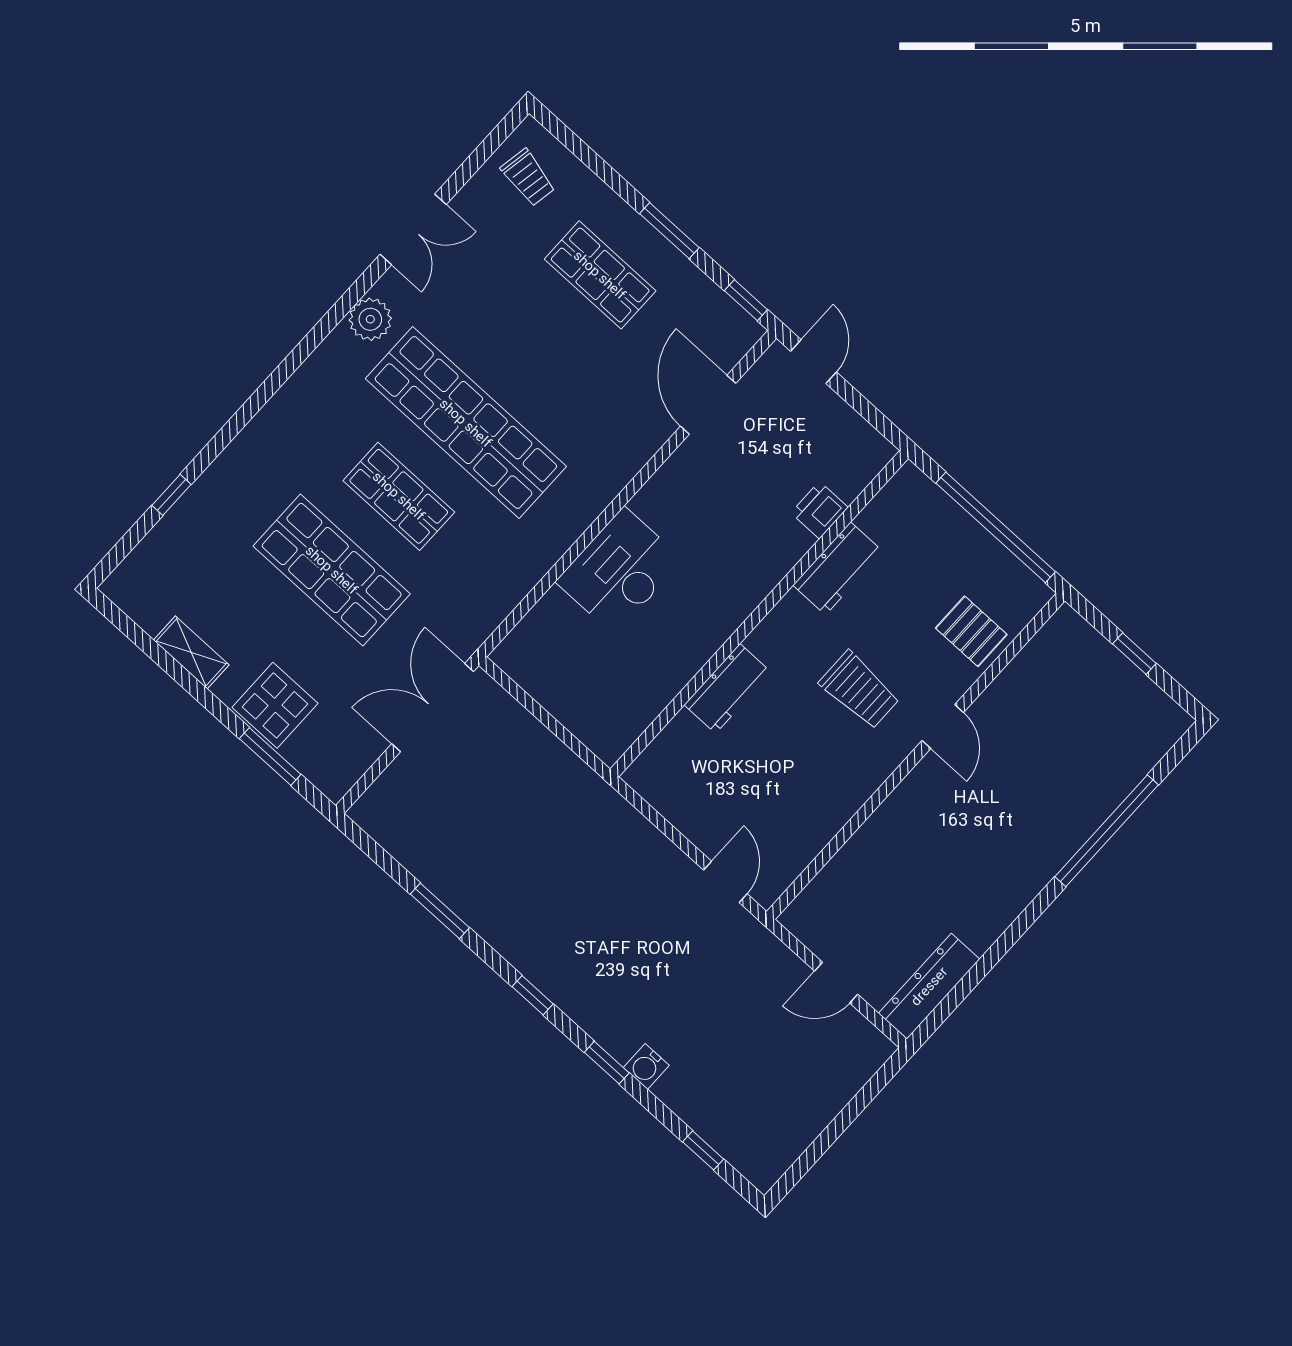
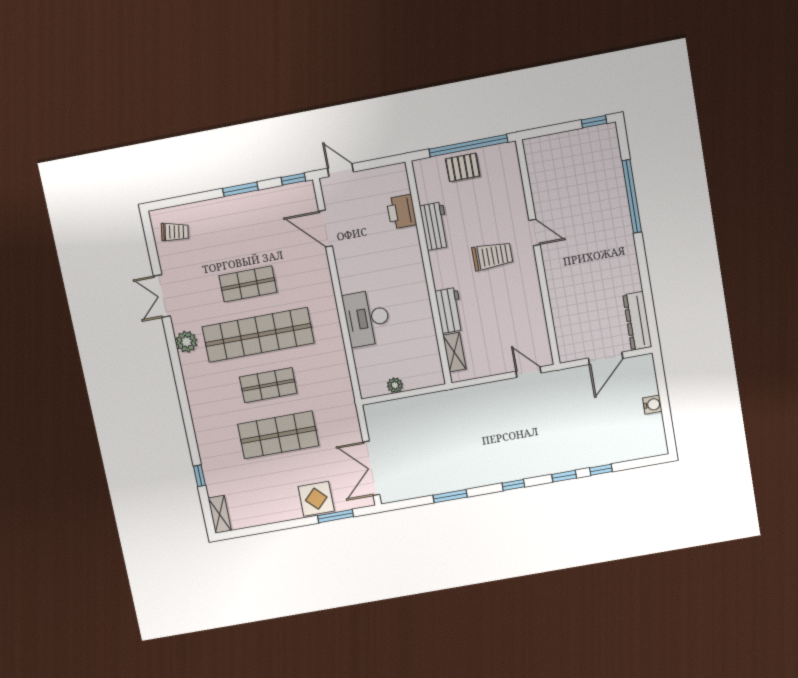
double door: (413, 229) -> (162, 296), swing flipped
shop shelf: (600, 275) -> (248, 284), moved
printer: (819, 510) -> (401, 212), width x1.36, depth x1.24
pallet: (971, 631) -> (463, 167), moved
shelving: (191, 652) -> (220, 514), moved, turned 90
window: (1134, 654) -> (594, 122), moved
plant: (548, 692) -> (395, 385), added
double door: (433, 708) -> (371, 468), moved
shelving: (669, 745) -> (454, 352), added
door: (836, 983) -> (606, 358), width x1.38
water cooler: (646, 1066) -> (652, 405), moved, turned -90
window: (703, 1150) -> (601, 470), moved

